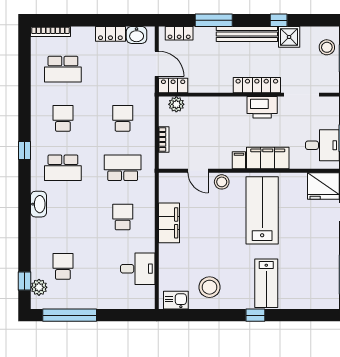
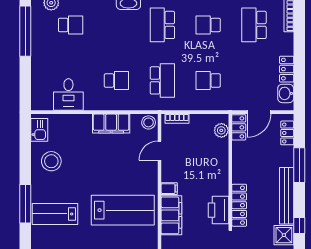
school desk: (63, 118) -> (208, 25), turned 180
school desk: (123, 118) -> (208, 80), turned 180
bookcase: (164, 139) -> (177, 119), moved
stool: (222, 182) -> (149, 122), moved
window: (255, 315) -> (25, 204), width x2.17

